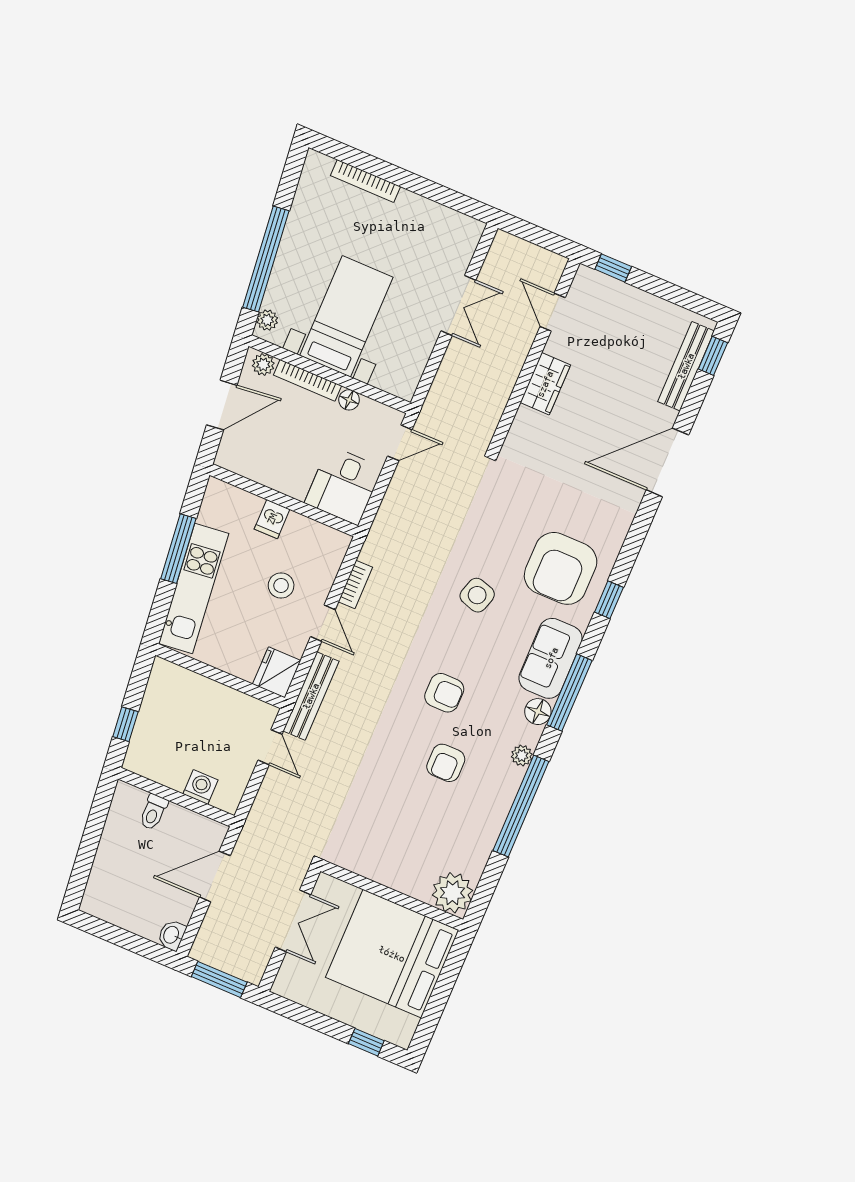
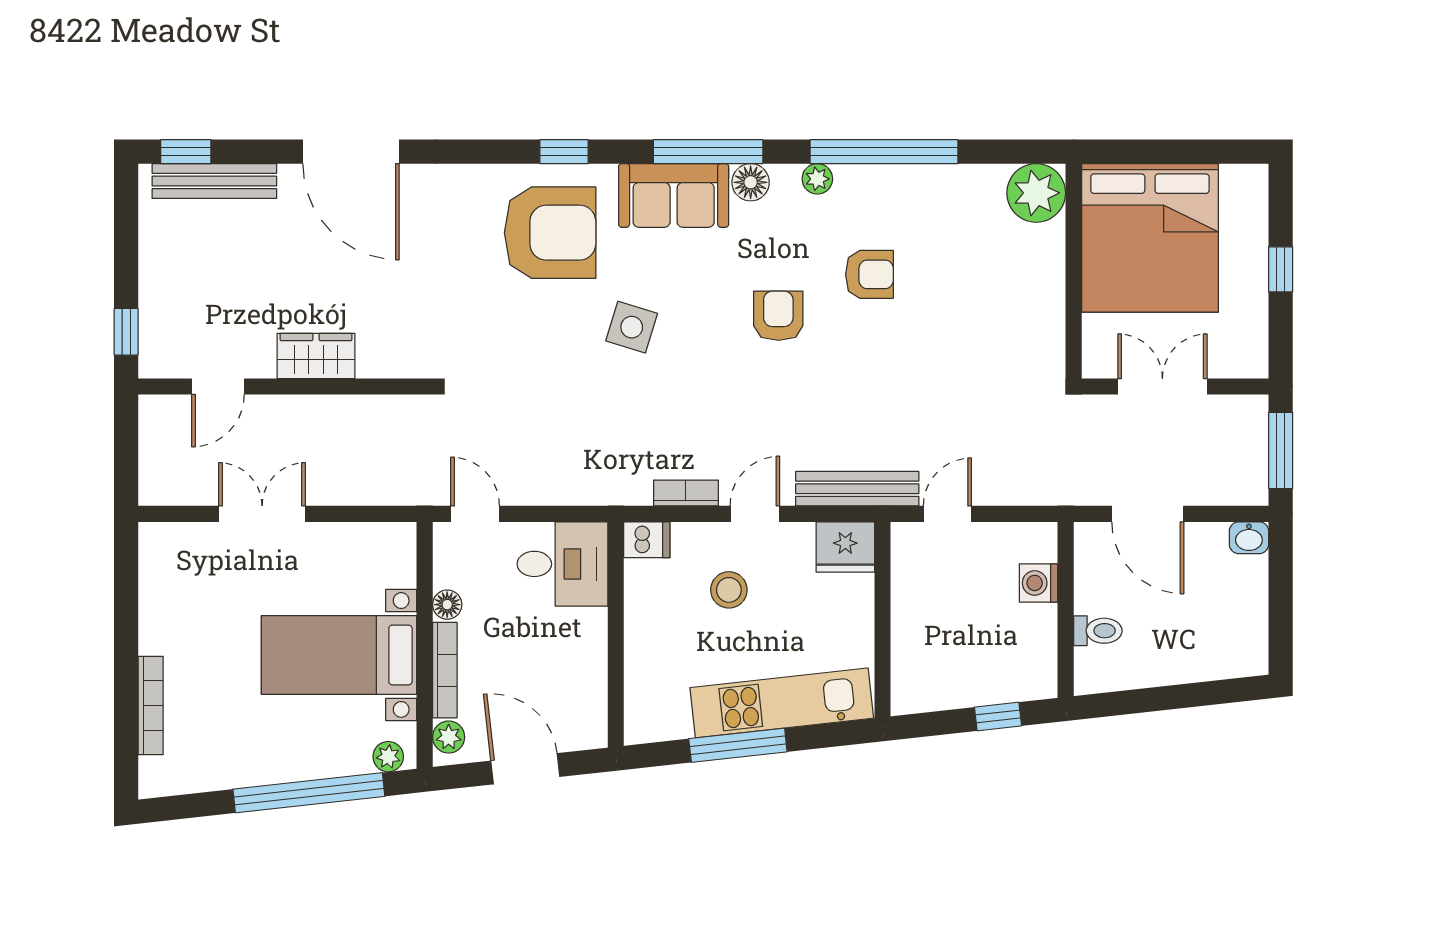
dishwasher: (272, 519) -> (647, 540), moved
window: (366, 1042) -> (1281, 269), moved

